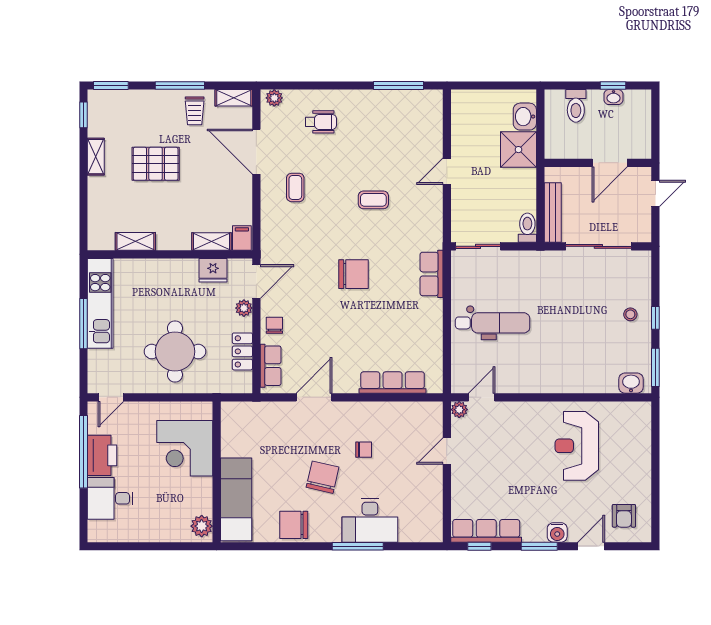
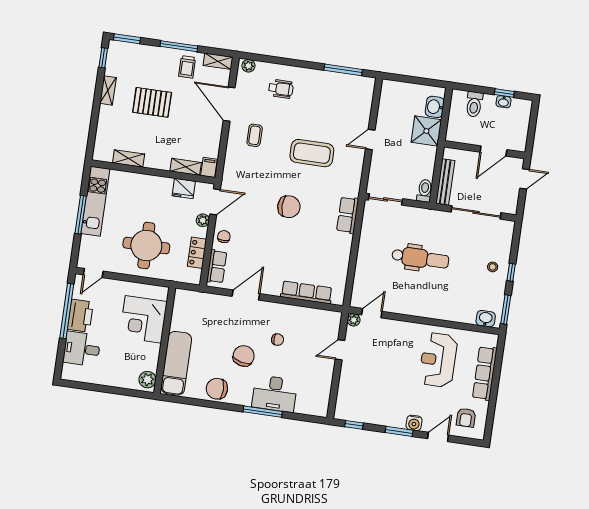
coffee table: (373, 200) -> (312, 153), width x1.86, depth x1.72
dental chair: (493, 323) -> (420, 258), moved
row of seats: (486, 531) -> (485, 373), moved, turned -90

